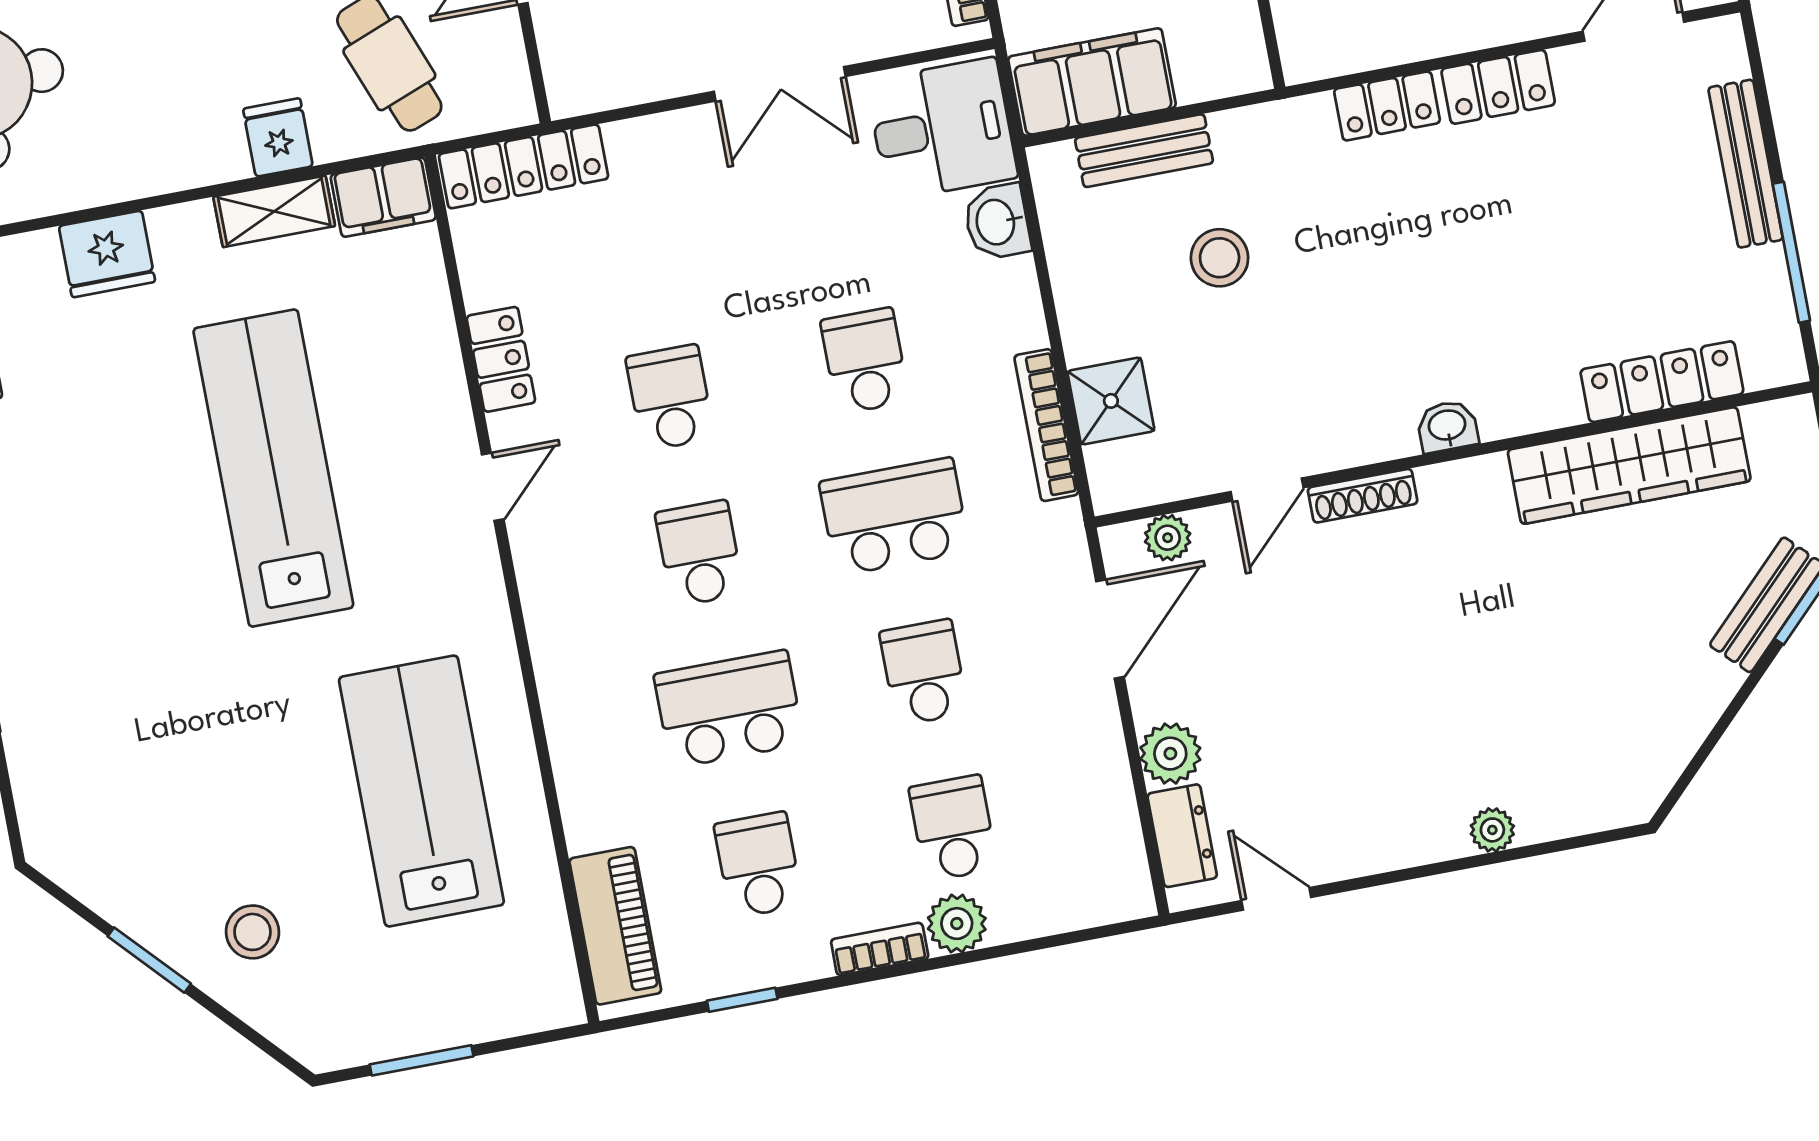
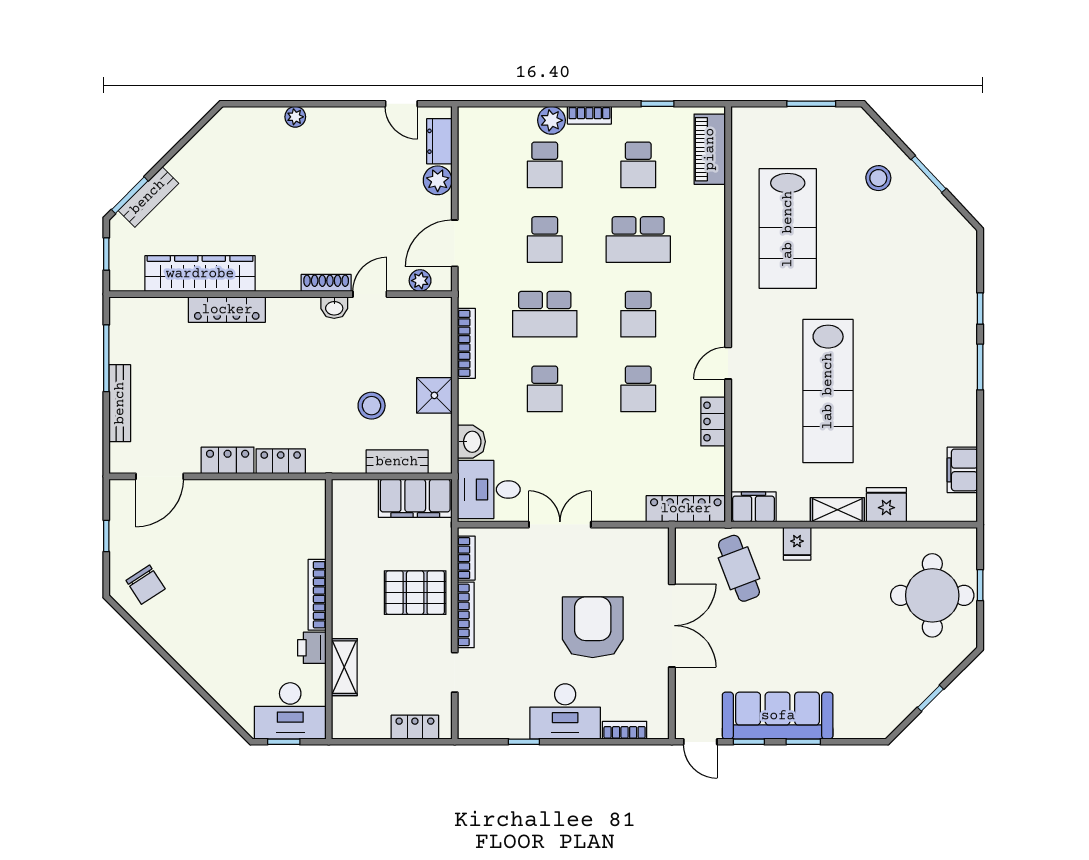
shelving: (274, 211) -> (837, 510), moved
locker: (1662, 382) -> (227, 310), moved
shower: (1111, 401) -> (434, 395), moved
washbasin: (1447, 426) -> (334, 308), moved

